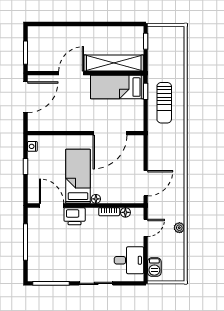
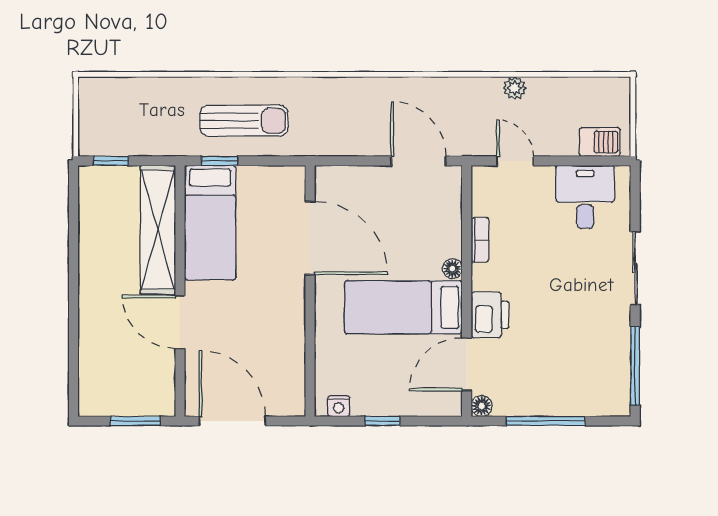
floor lamp: (125, 212) -> (482, 406), moved

